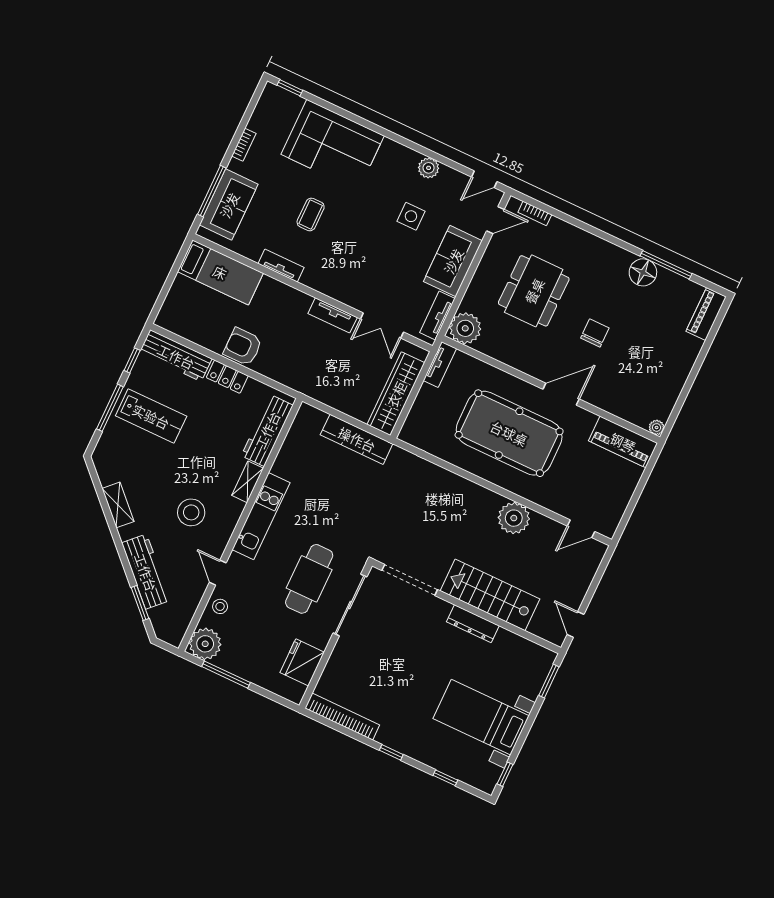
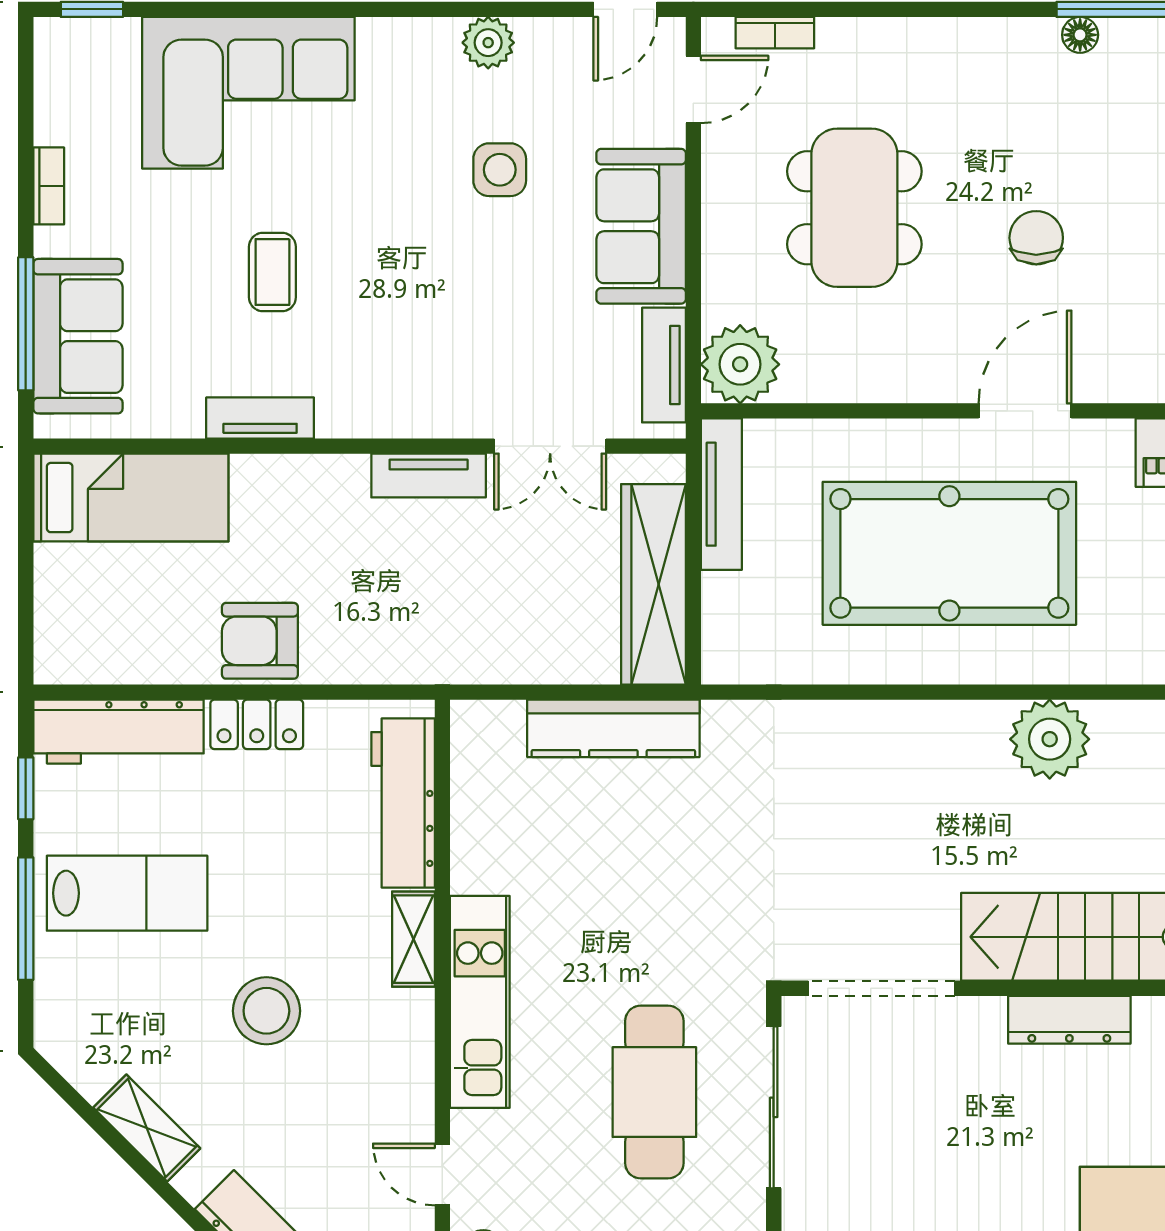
floor lamp: (643, 272) -> (1080, 35), width x0.53, depth x0.53
tv unit: (440, 364) -> (721, 494), width x1.41
stool: (191, 512) -> (266, 1011), moved

